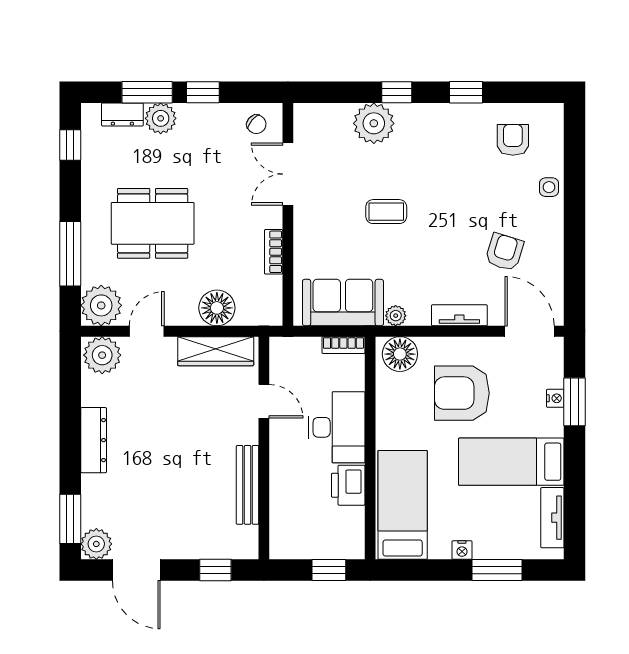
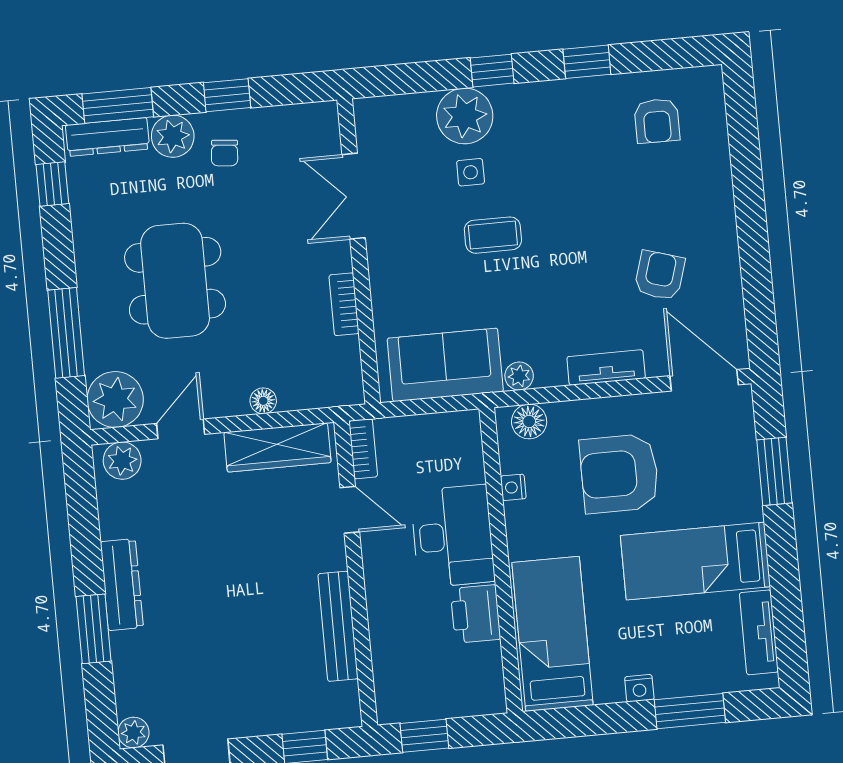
window: (147, 92) -> (118, 105), moved
dresser: (122, 115) -> (108, 137), width x1.44
chair: (256, 124) -> (225, 153), moved, turned 54
armchair: (513, 140) -> (657, 121), turned 180
side table: (549, 187) -> (471, 172), moved
dining table: (153, 223) -> (175, 281), turned 90
floor lamp: (217, 308) -> (263, 401), width x0.53, depth x0.53
bookcase: (343, 345) -> (363, 449), moved, turned -90
floor lamp: (400, 354) -> (529, 421), width x0.73, depth x0.73
plant: (102, 355) -> (122, 461), width x0.73, depth x0.73
nightstand: (555, 398) -> (513, 487), moved, turned 180
window: (70, 519) -> (94, 629), moved
plant: (96, 544) -> (133, 733), width x0.73, depth x0.73
window: (329, 570) -> (424, 736), moved

